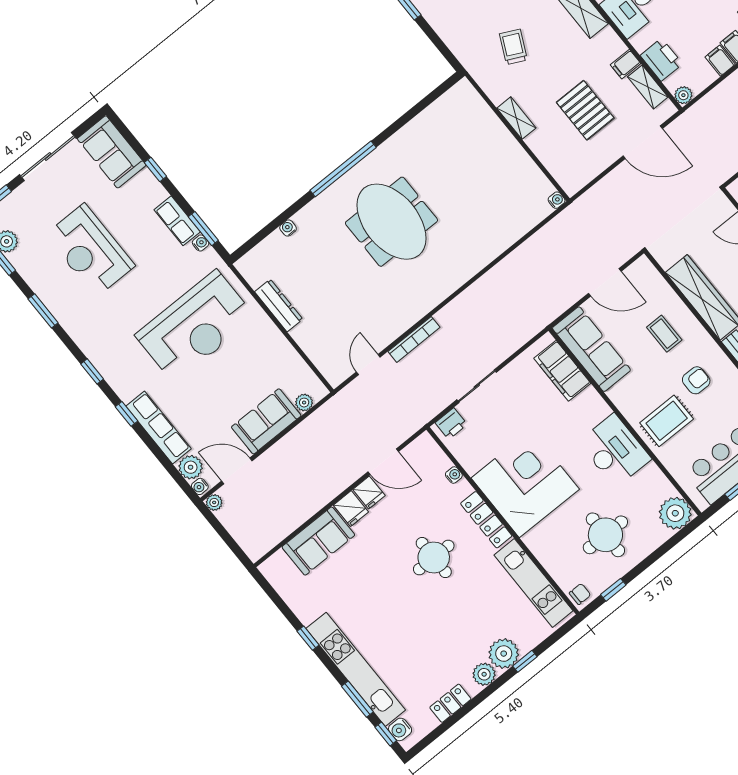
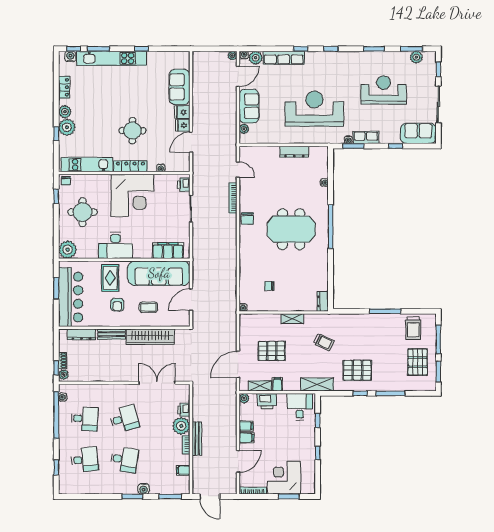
dresser: (457, 95) -> (323, 301), added
chair: (496, 188) -> (269, 286), added
chair: (426, 295) -> (247, 218), added
reception desk: (195, 326) -> (314, 109), turned 90
sofa: (591, 349) -> (159, 273), width x1.36, depth x1.27

